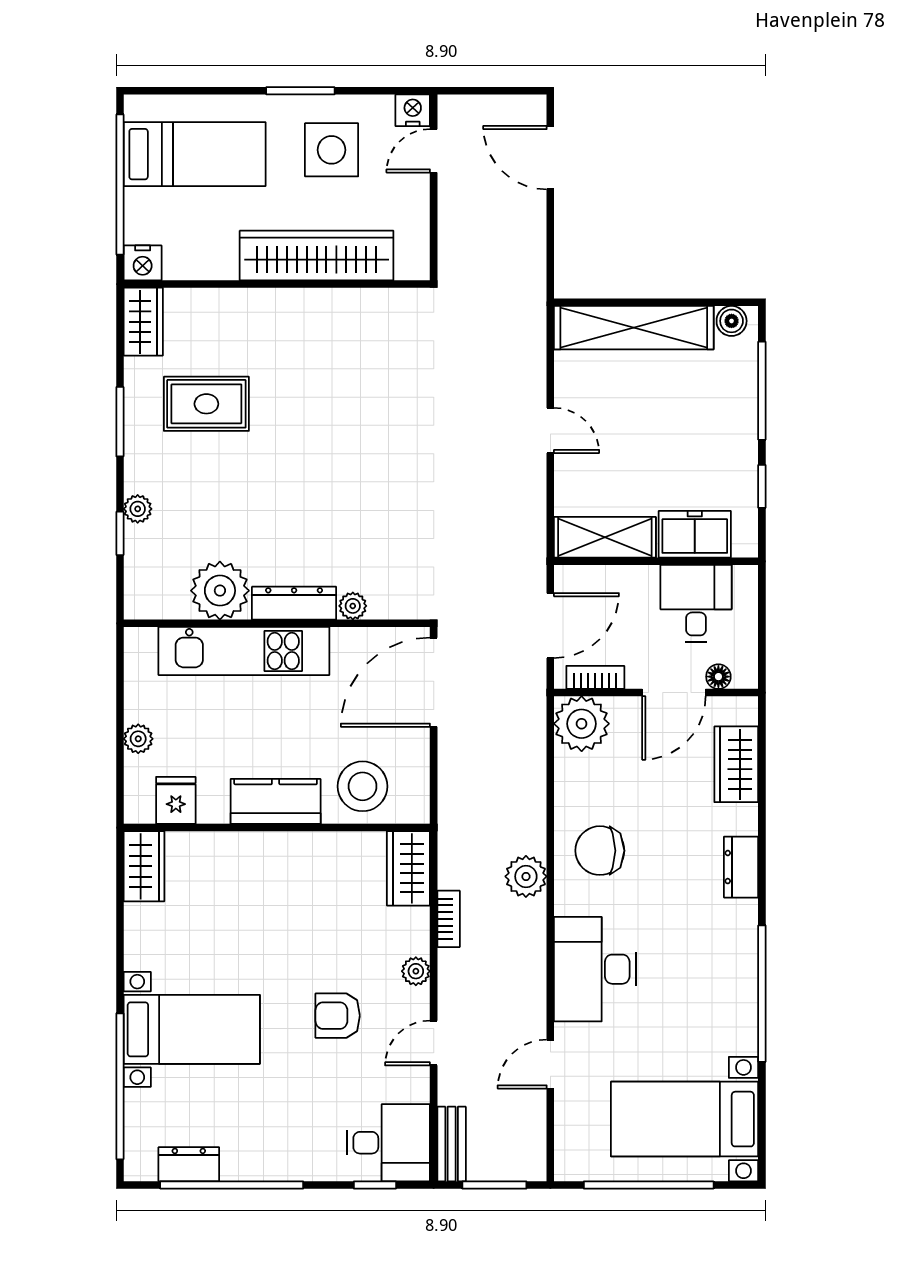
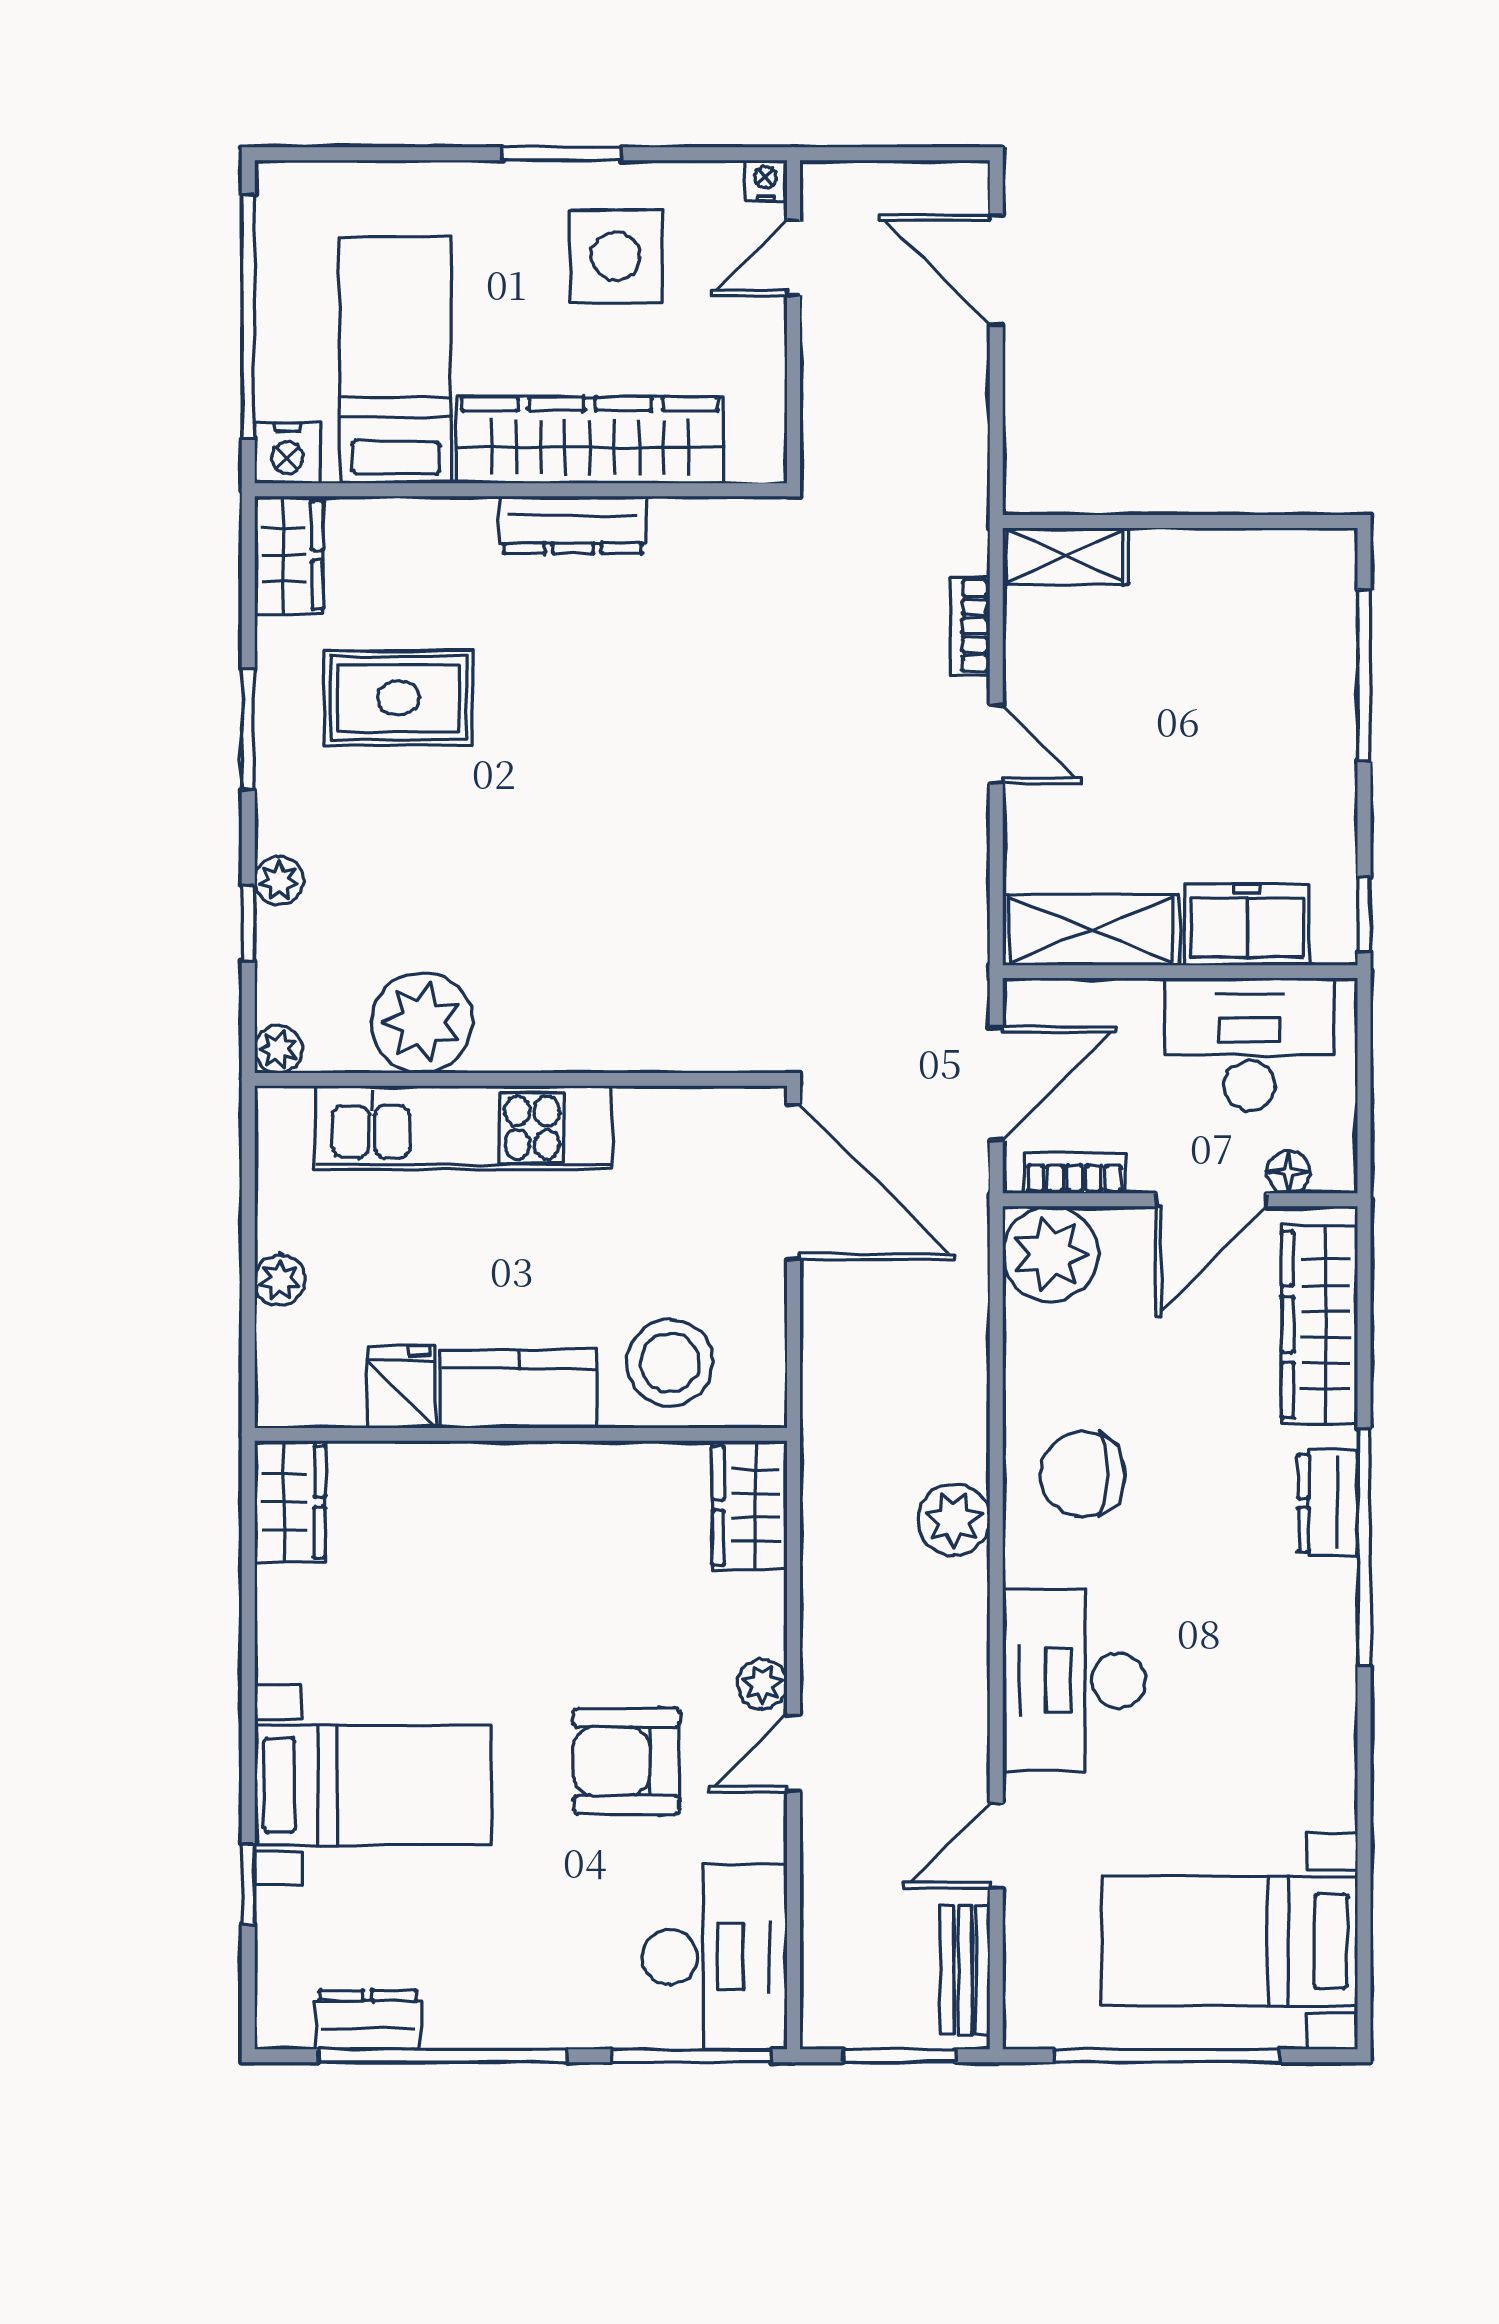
nightstand: (413, 110) -> (765, 181), width x0.72, depth x0.74
bed: (195, 154) -> (396, 360), moved, turned -90
boiler: (732, 321) -> (1311, 554), removed
shelving: (634, 328) -> (1066, 556), width x0.45, depth x0.75
window: (762, 486) -> (1364, 915), moved
dresser: (294, 603) -> (573, 525), moved, turned 180
desk: (696, 603) -> (1249, 1045), width x1.37
plant: (353, 606) -> (278, 1049), moved
door: (434, 682) -> (793, 1182), swing flipped
wardrobe: (736, 764) -> (1319, 1324), width x1.50
fridge: (176, 800) -> (401, 1387), moved
bookcase: (449, 919) -> (970, 626), moved, turned 180
window: (762, 994) -> (1364, 1546), moved
armchair: (338, 1016) -> (626, 1761), width x1.38, depth x1.38
door: (434, 1043) -> (793, 1753), moved
window: (120, 1086) -> (248, 1884), width x0.32
desk: (388, 1143) -> (715, 1957), width x1.37
bench: (452, 1144) -> (965, 1970), moved
window: (375, 1185) -> (691, 2056), width x2.17

